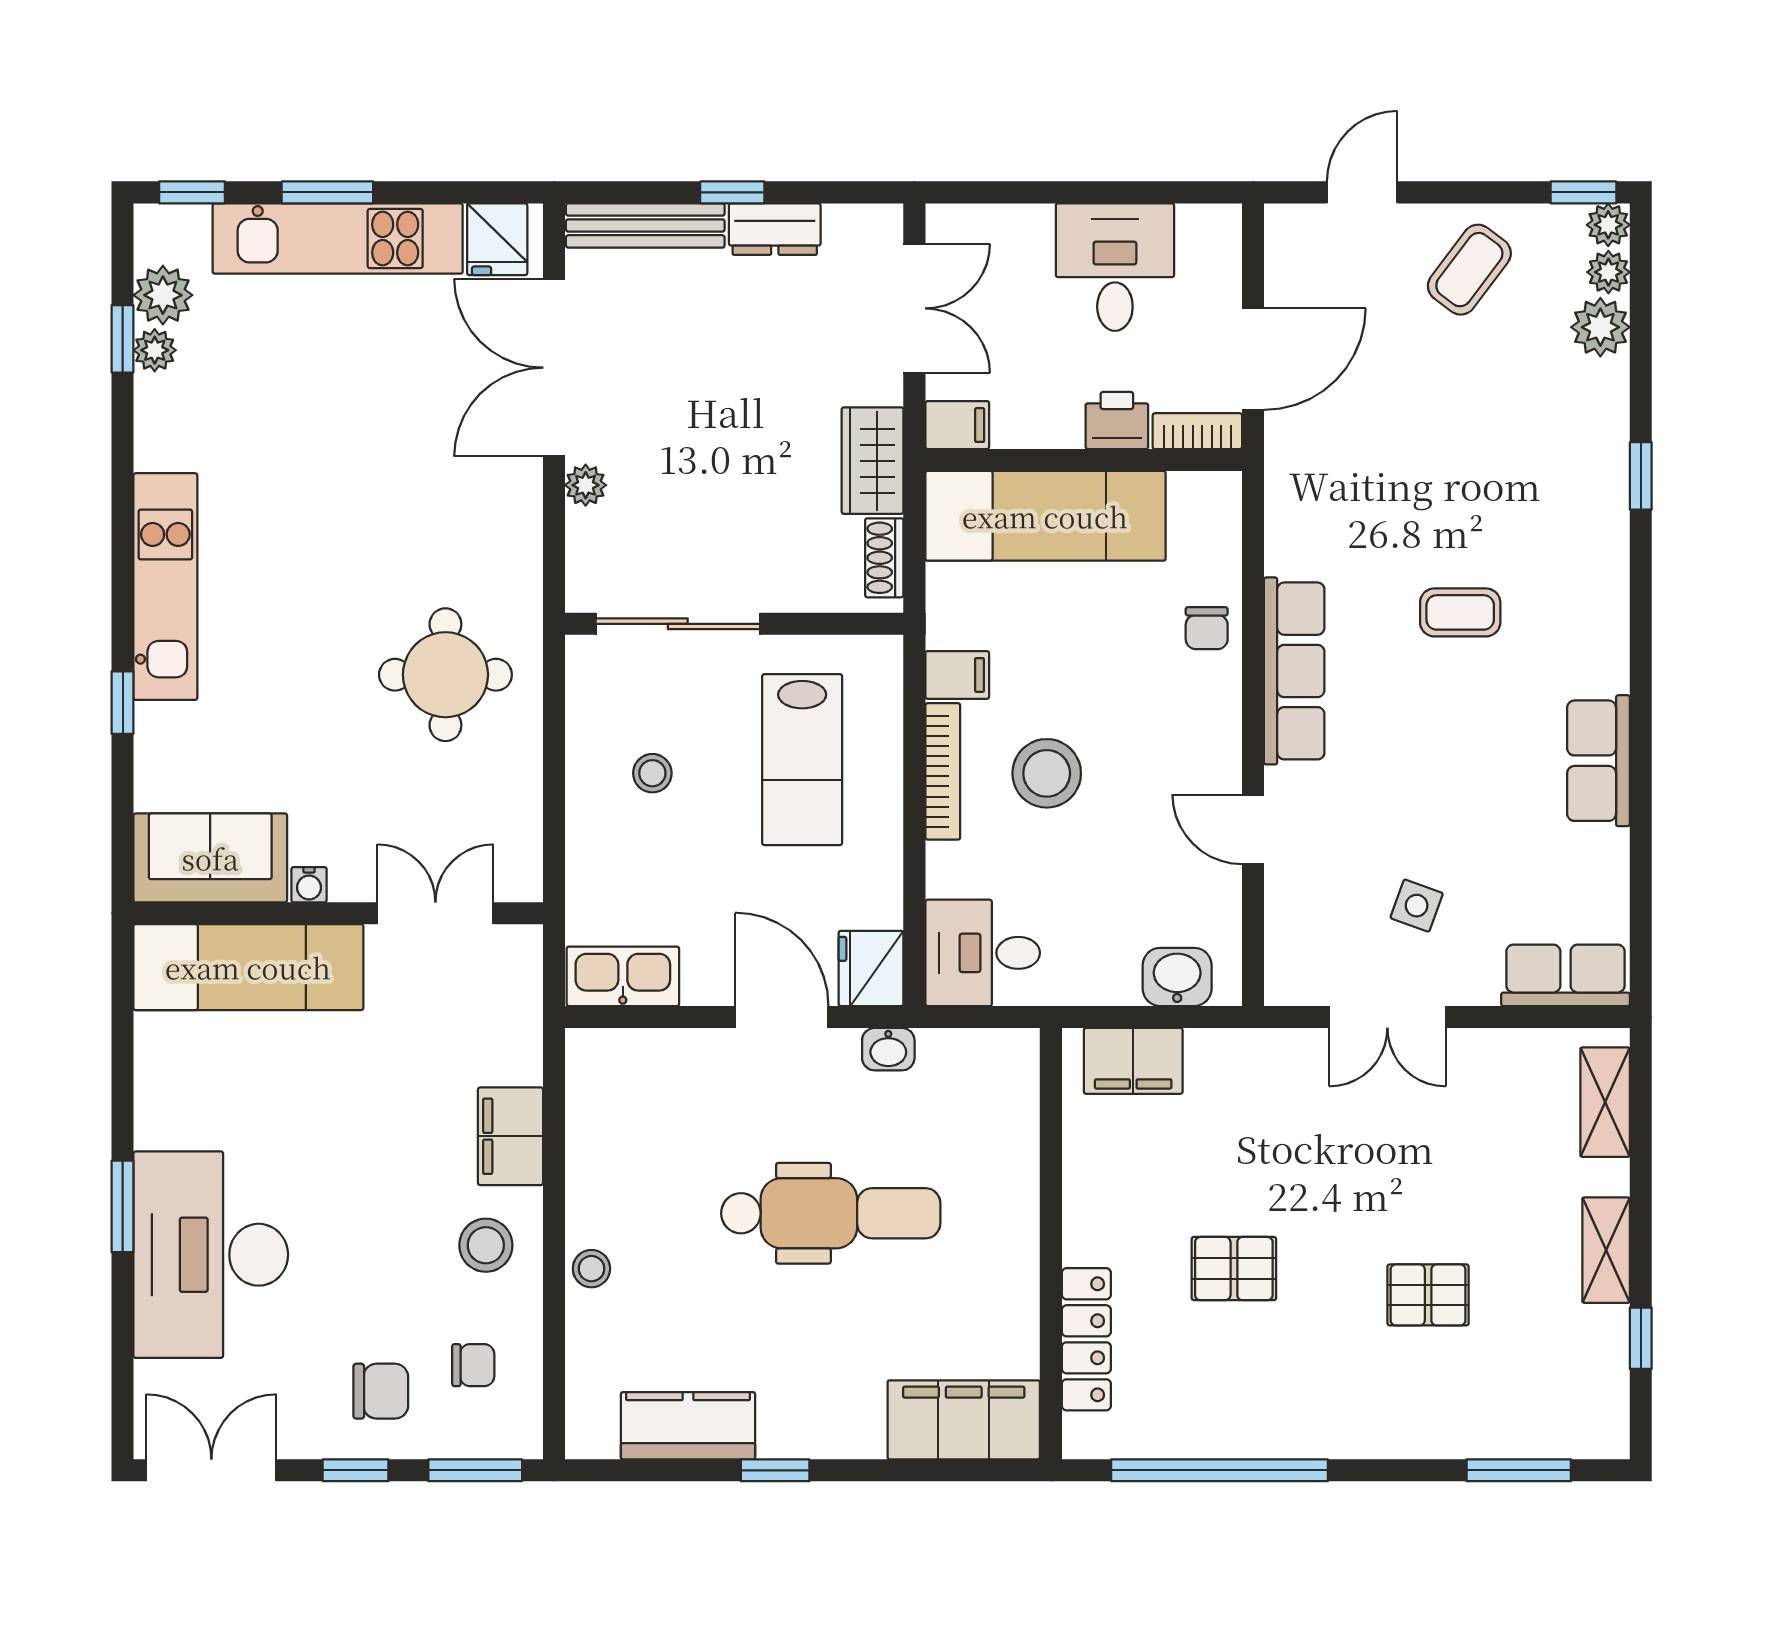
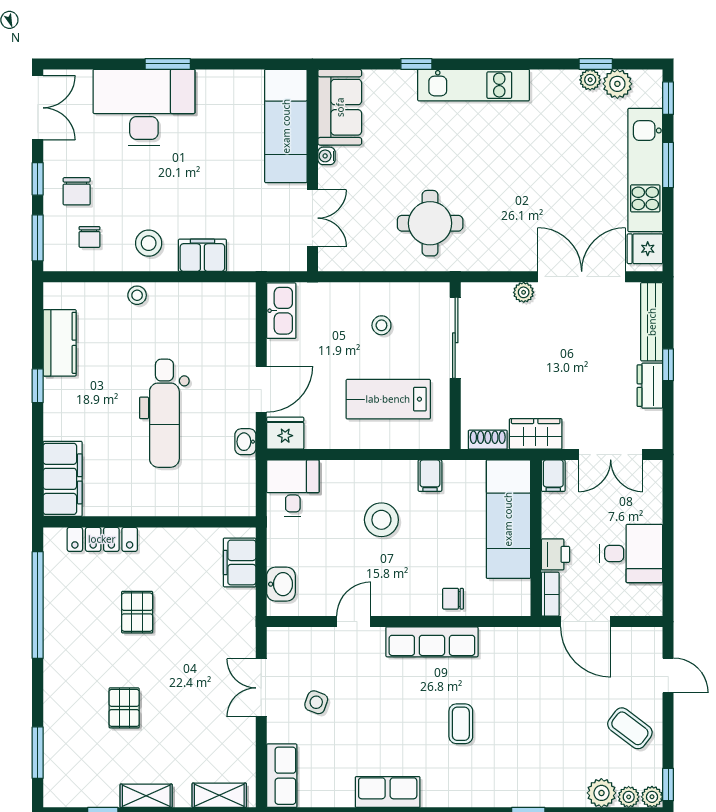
bookcase: (943, 771) -> (382, 469), removed

